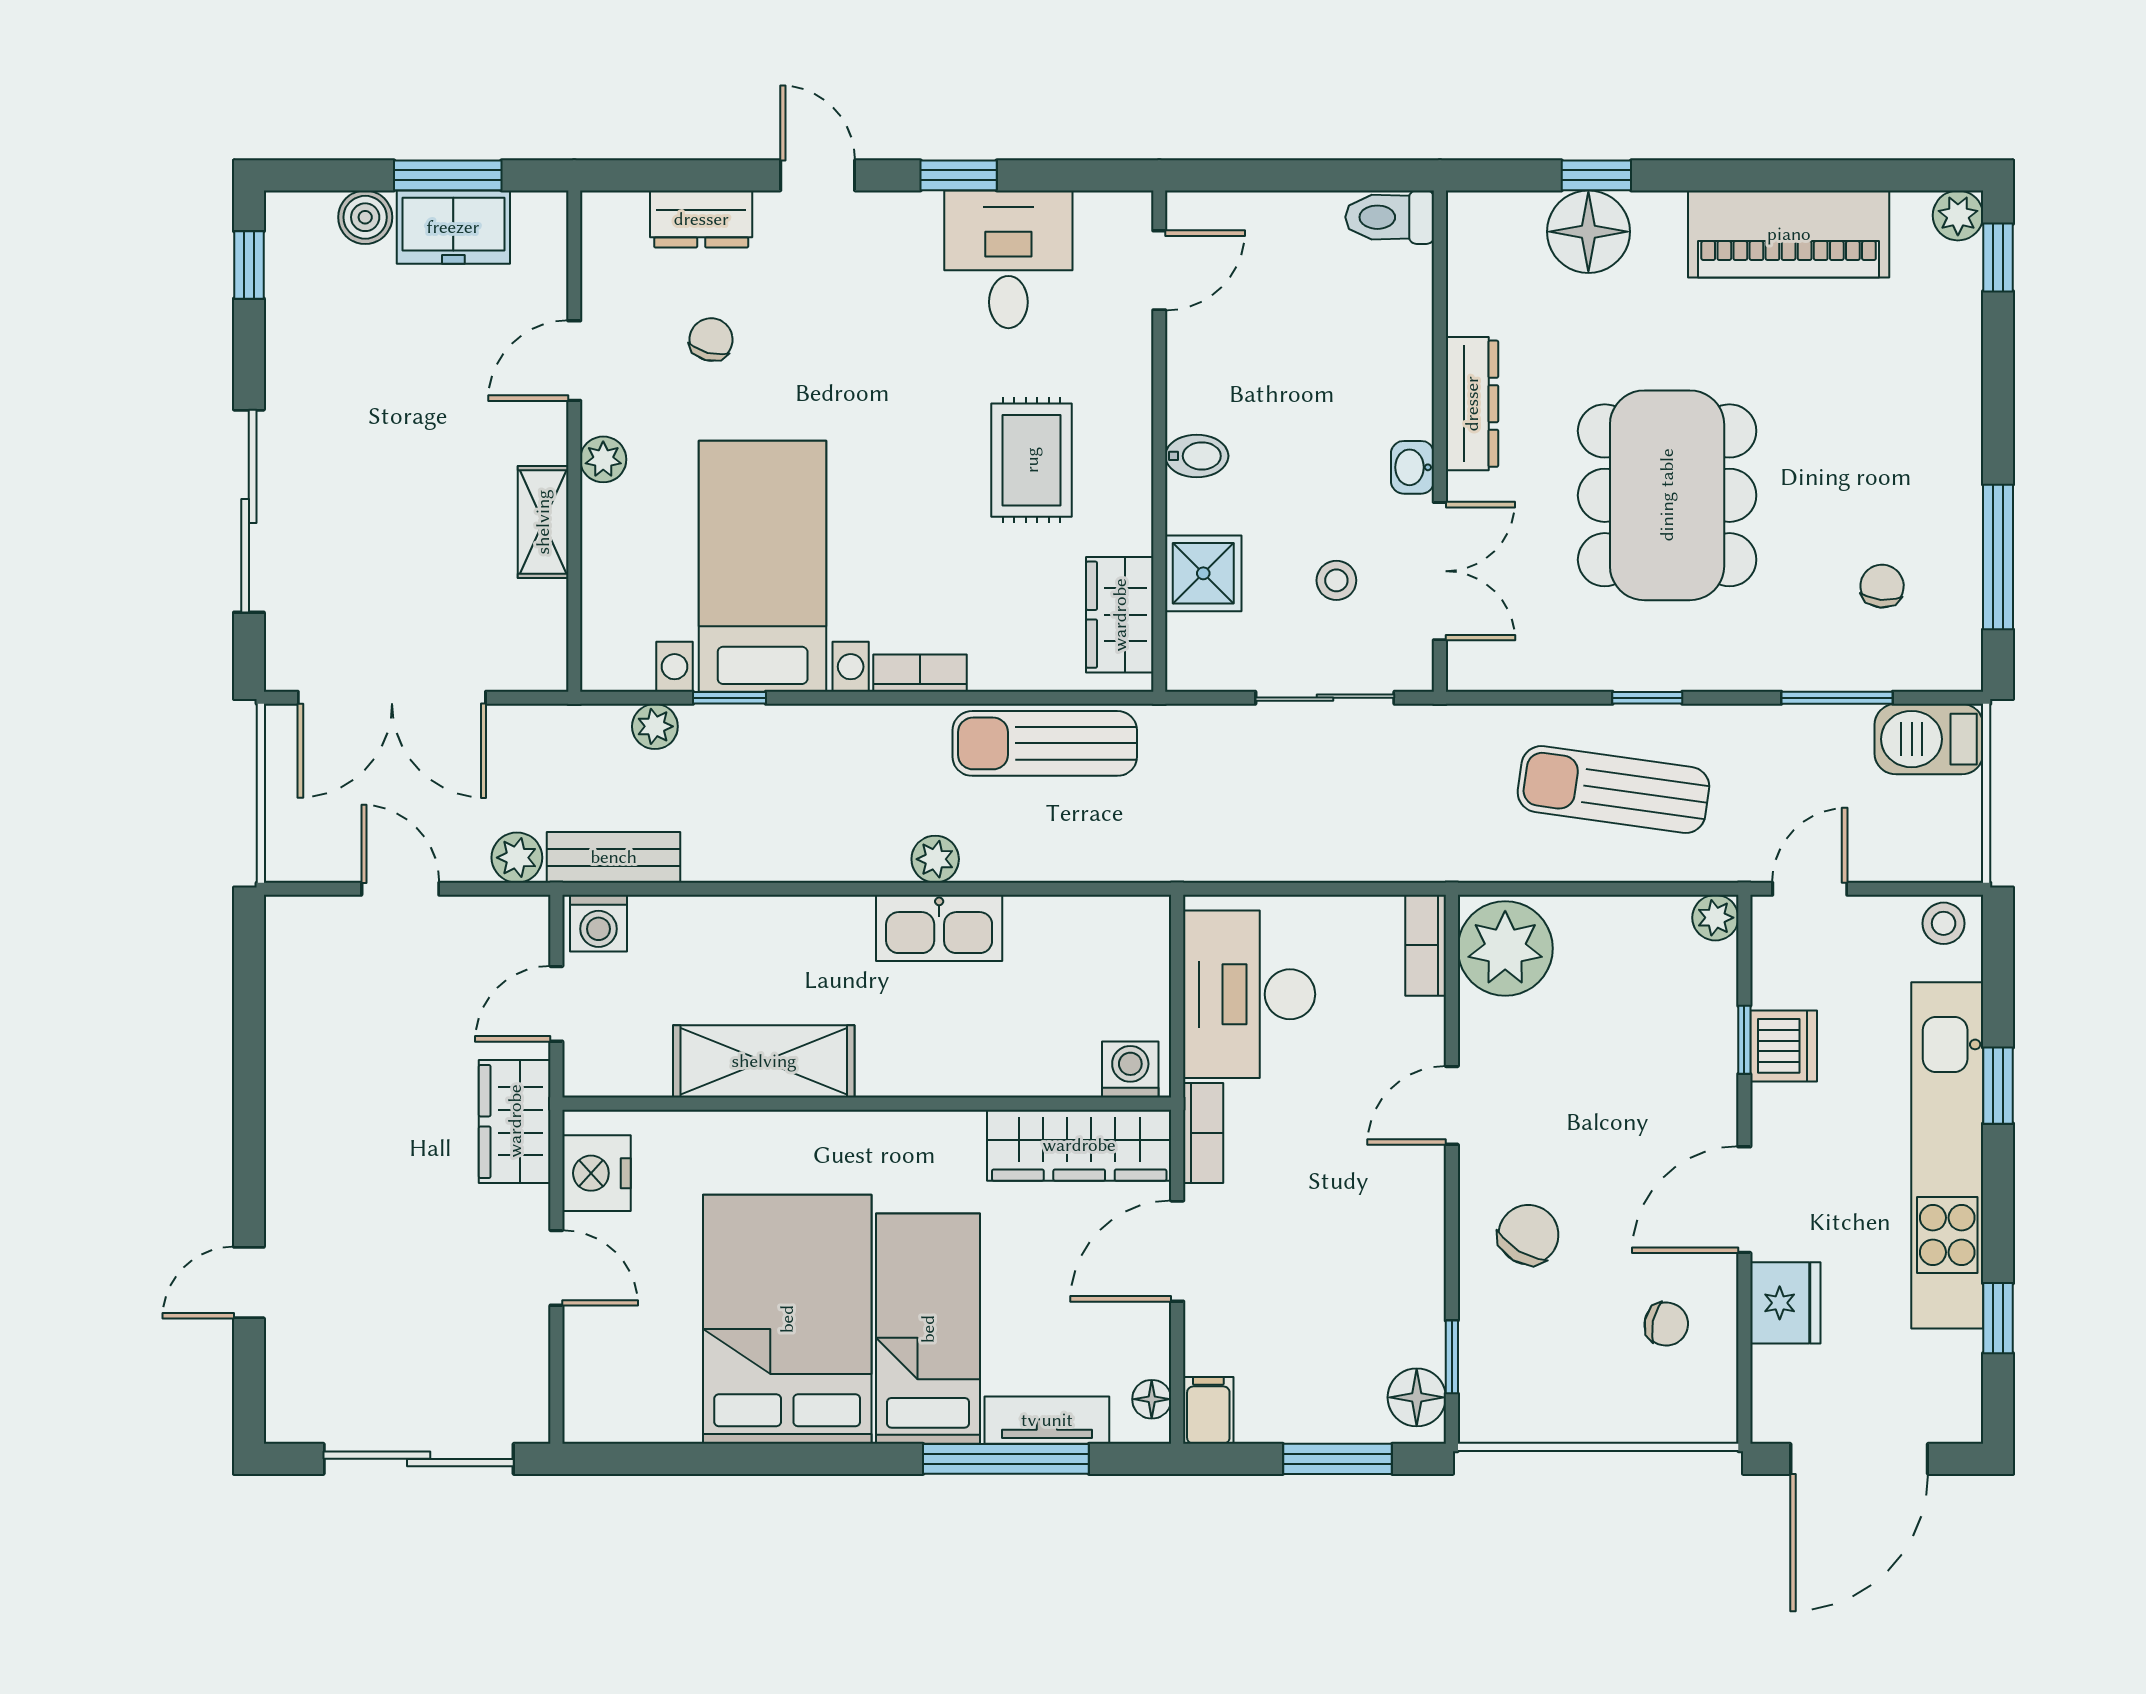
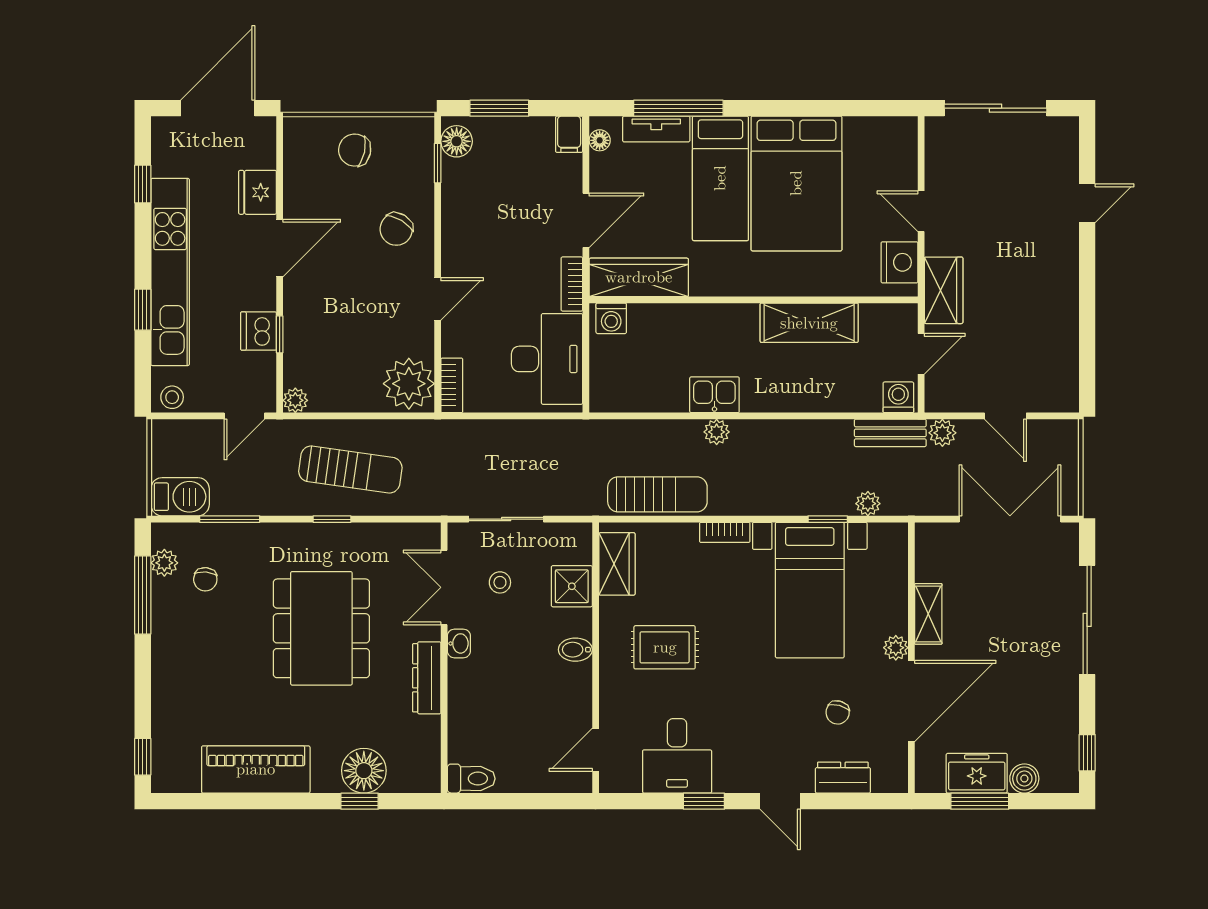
plant: (1958, 215) -> (164, 563), moved
door: (574, 361) -> (911, 701), width x1.88
rug: (1032, 460) -> (665, 647), turned 90
kitchen sink: (939, 928) -> (714, 395), width x0.73
chair: (1666, 1324) -> (355, 150), moved, width x1.37, depth x1.37

